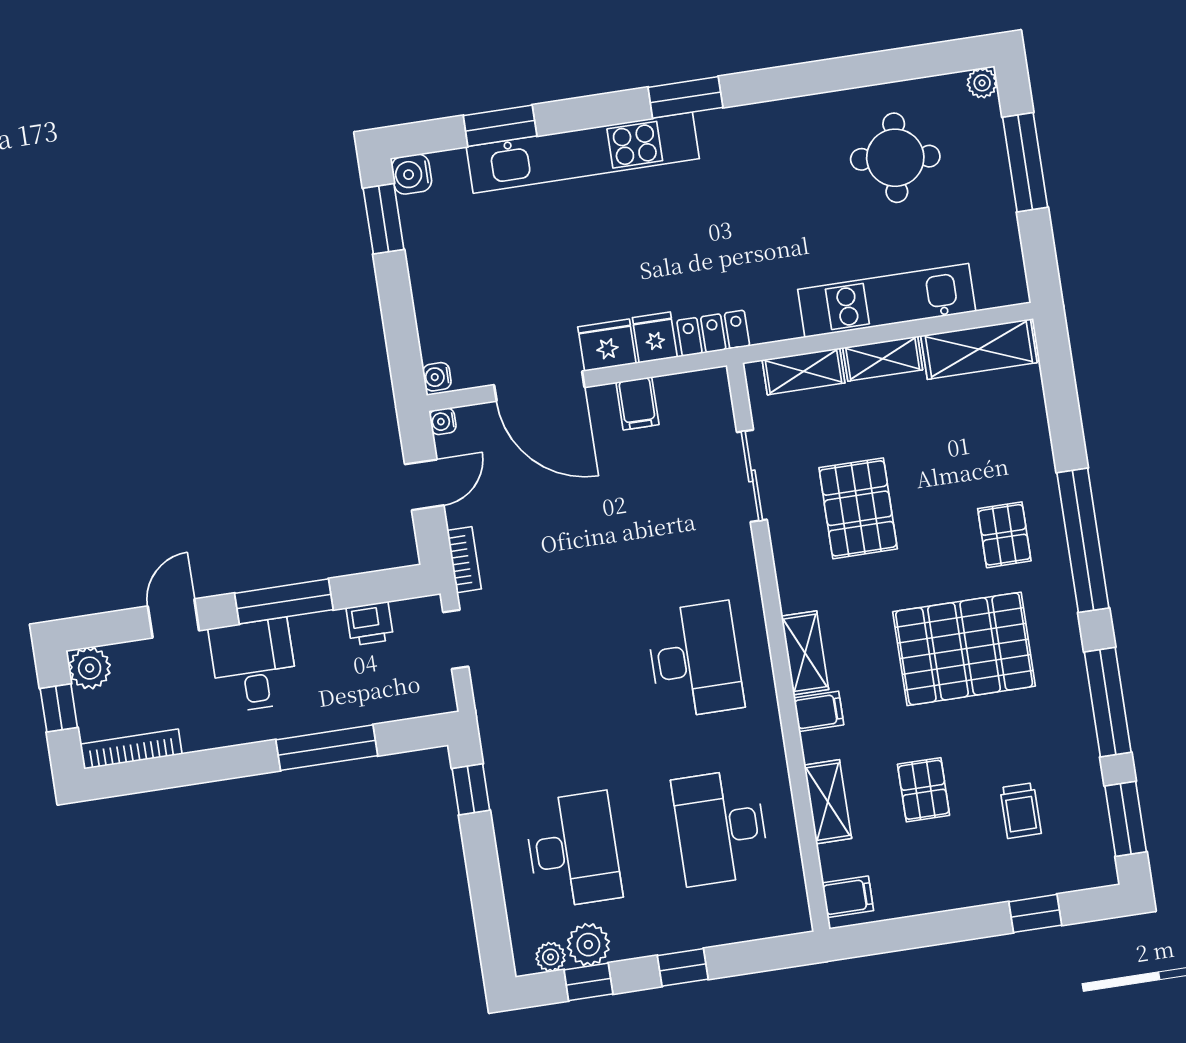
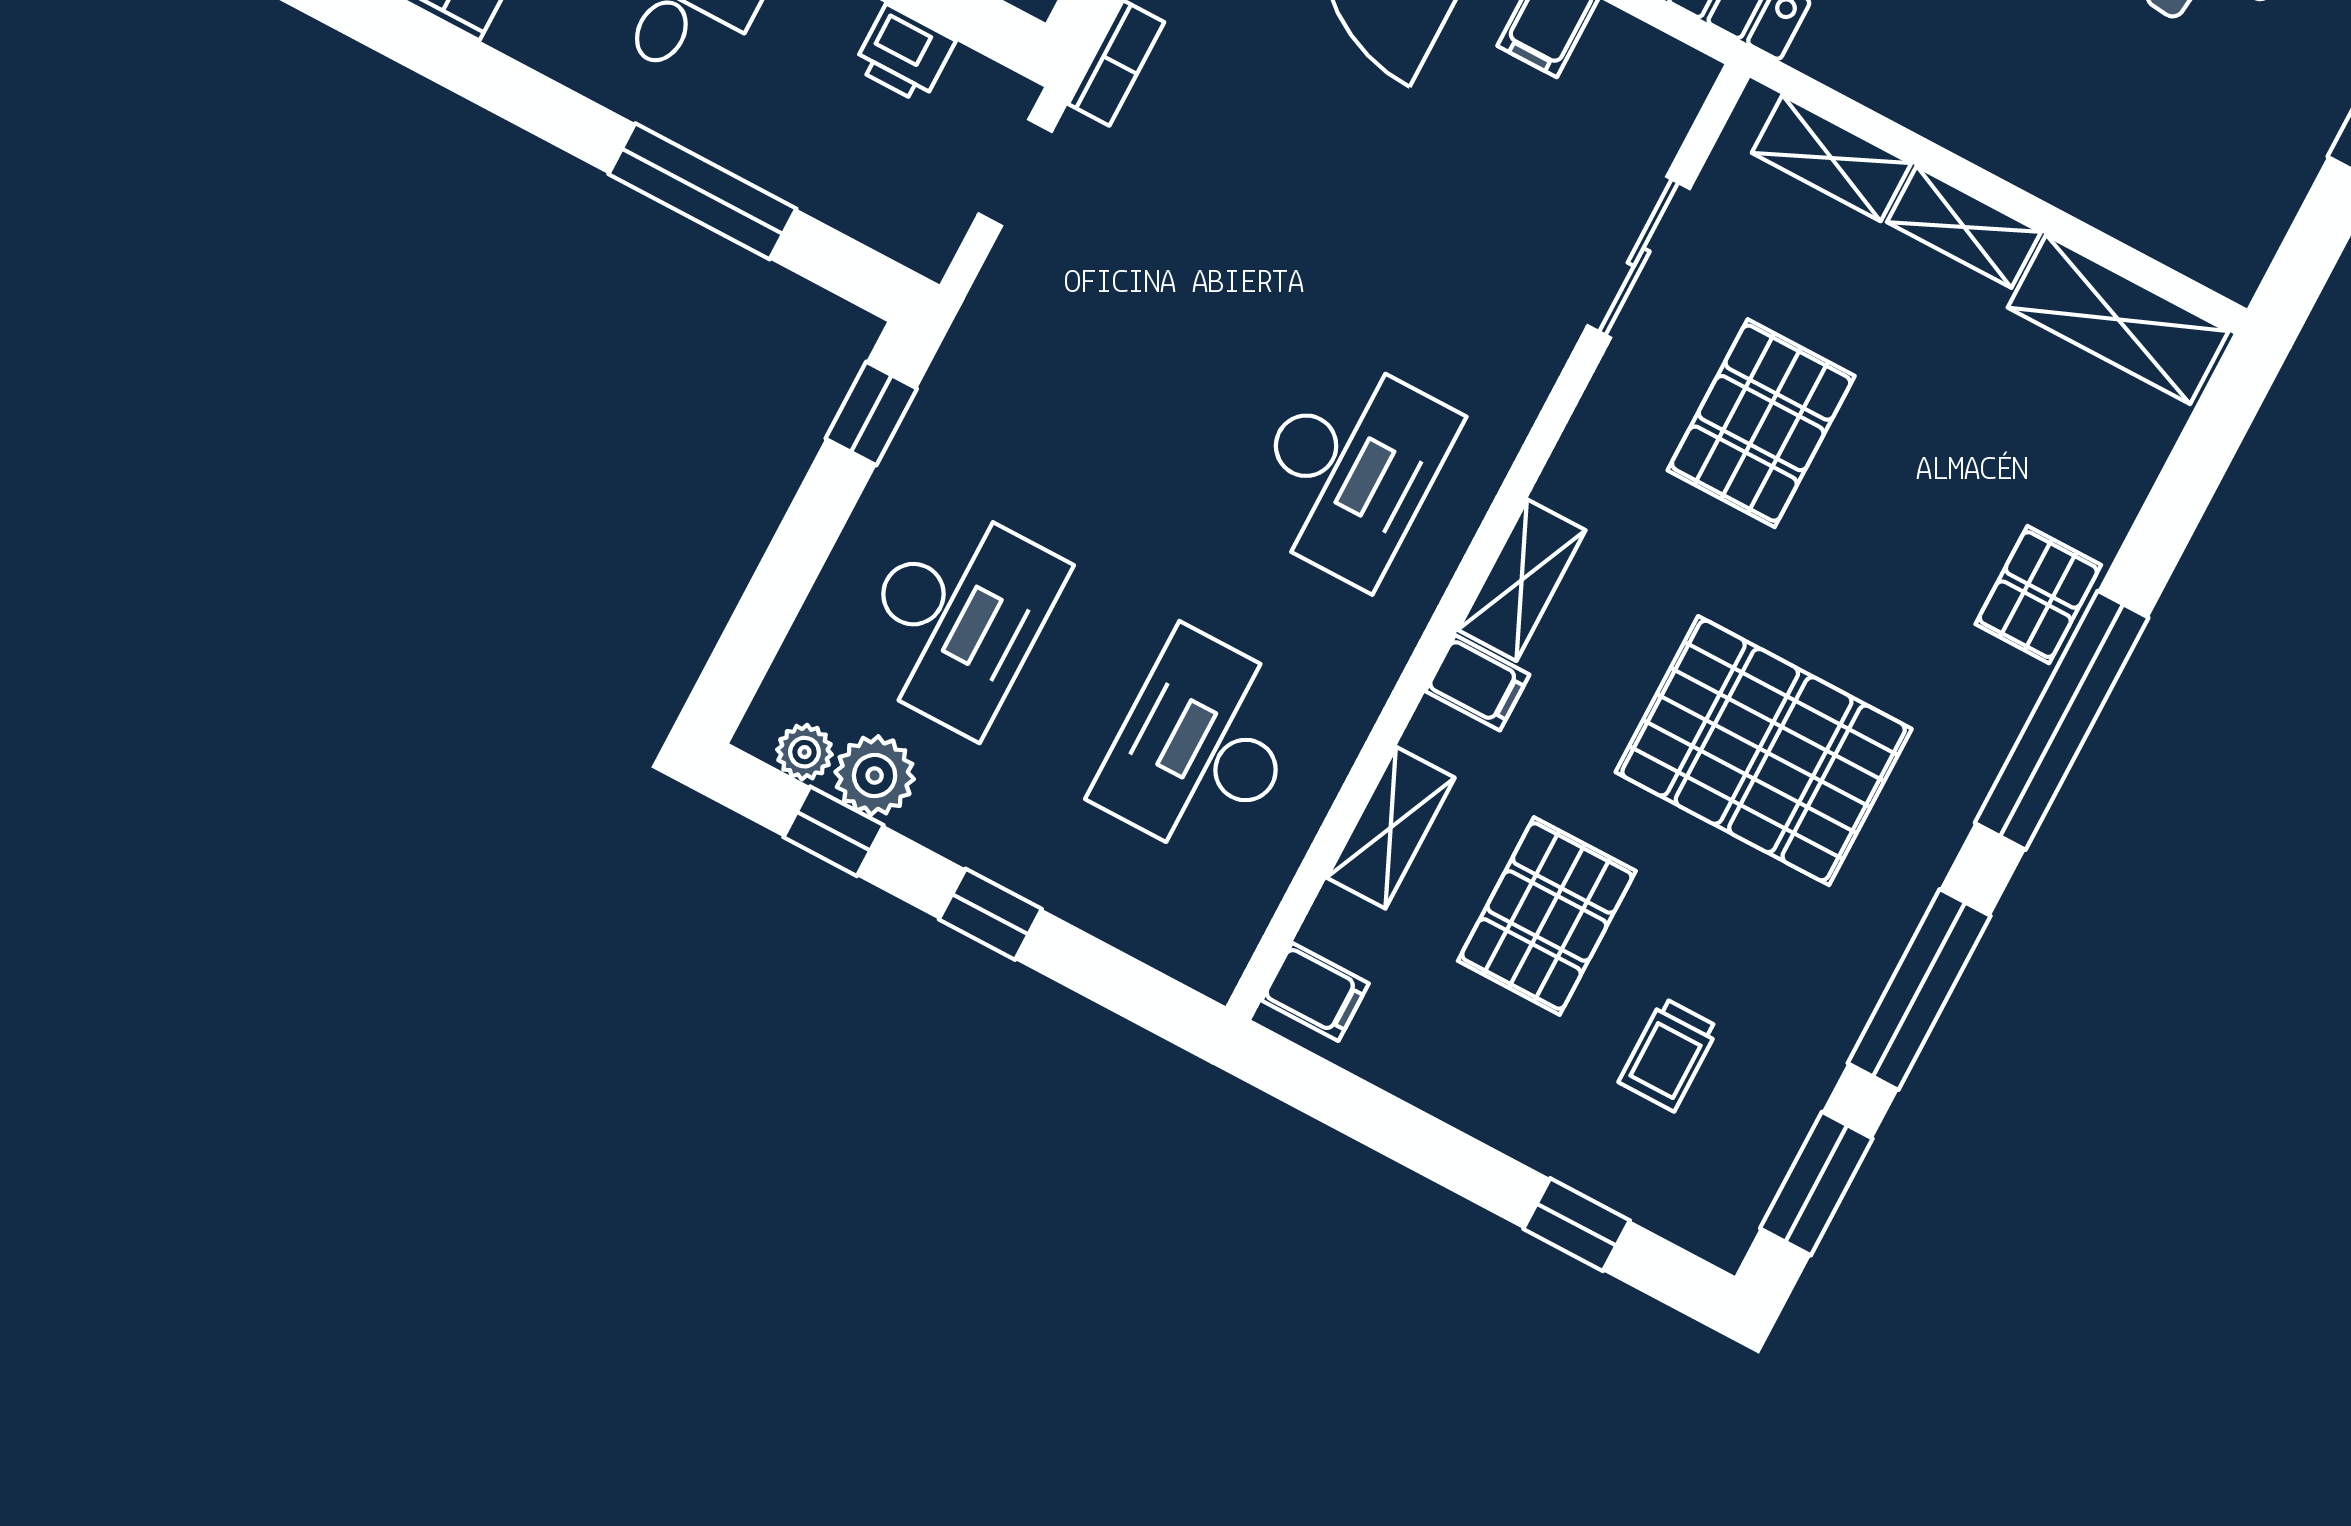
kitchen unit: (887, 300) -> (2035, 145), removed
pallet: (1004, 535) -> (2038, 595), moved
pallet: (924, 790) -> (1547, 916), width x1.50, depth x1.42

